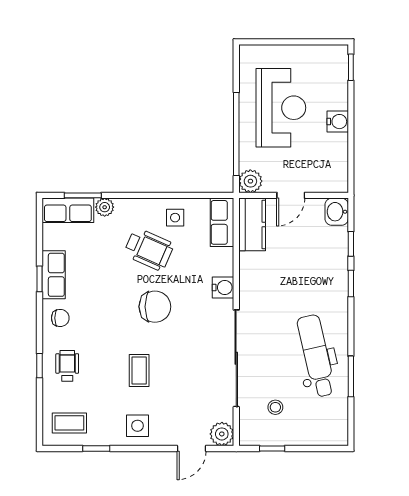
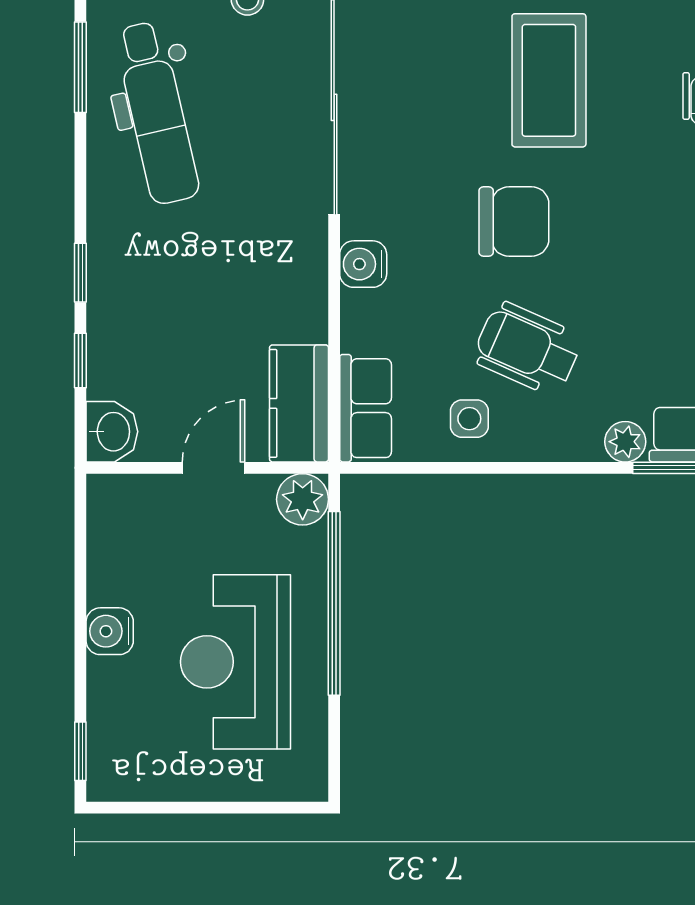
chair: (155, 307) -> (514, 222), turned 180
coffee table: (139, 371) -> (549, 80), width x1.86, depth x1.72

